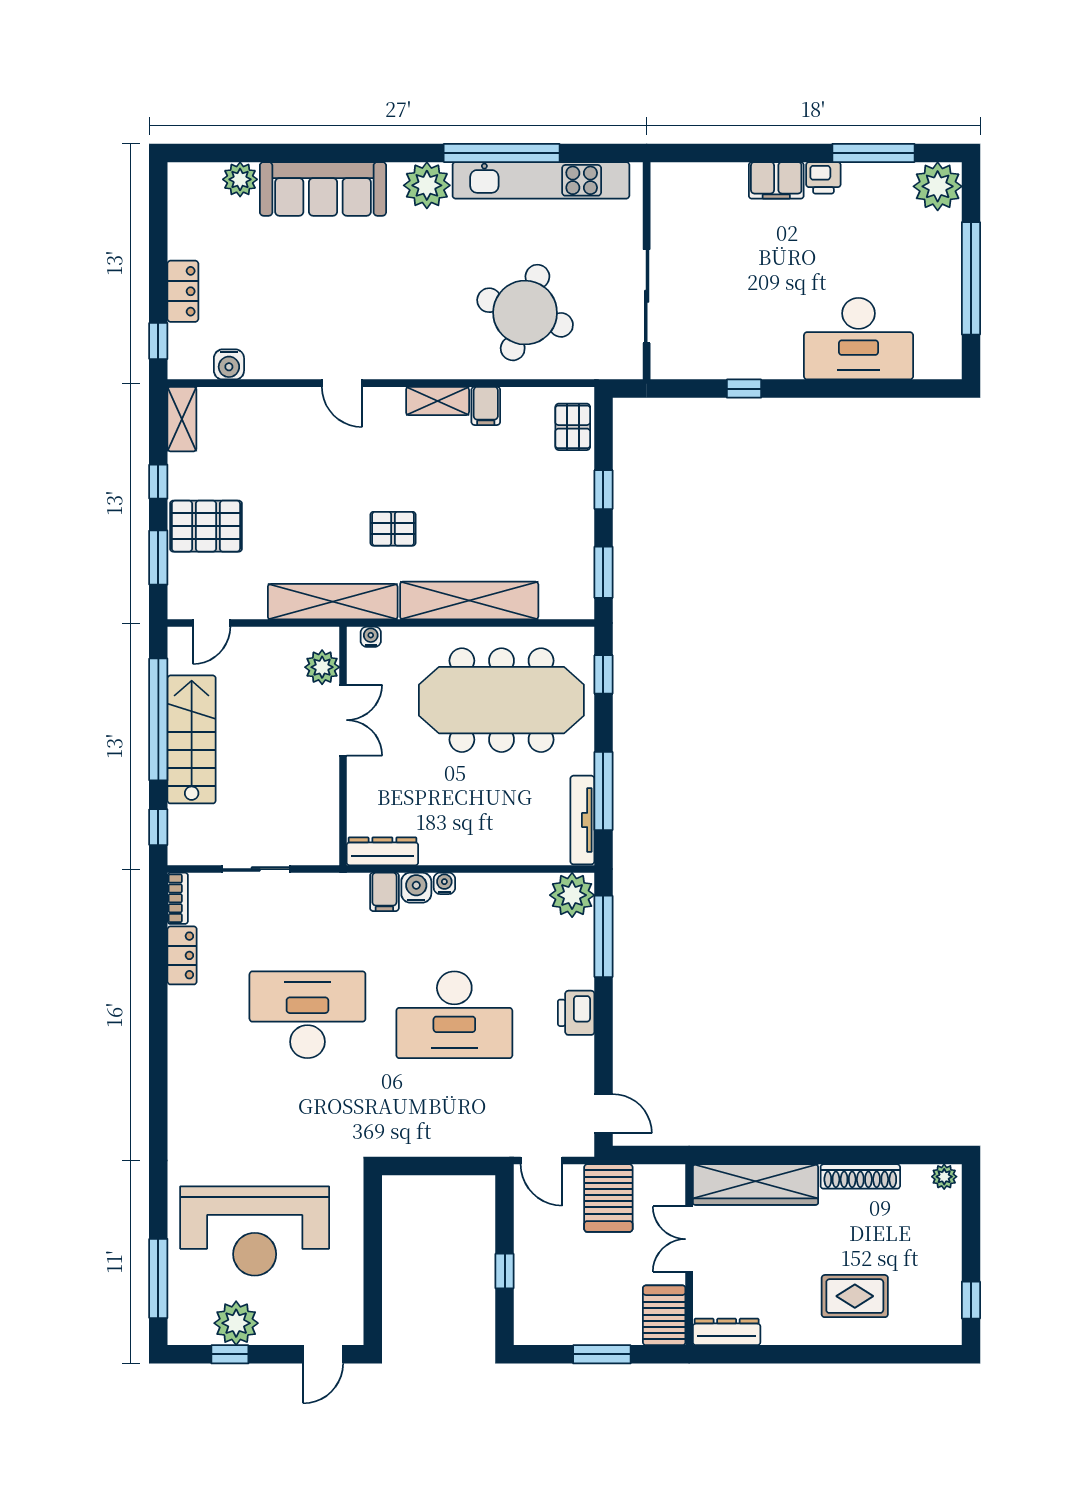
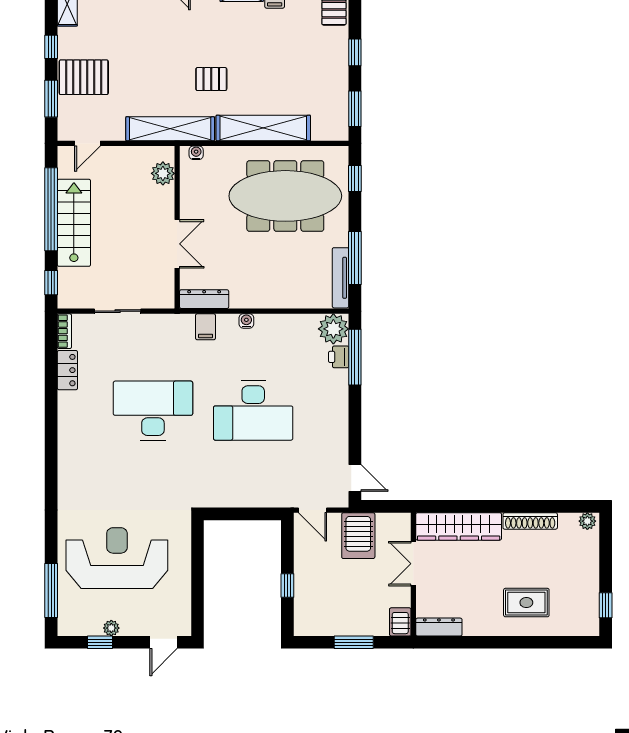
double door: (343, 720) -> (177, 244), moved
water cooler: (416, 888) -> (227, 324), removed
printer: (576, 1013) -> (339, 357), moved, width x0.73, depth x0.81
reception desk: (255, 1231) -> (117, 558), turned 180
server rack: (664, 1315) -> (400, 622), width x0.73, depth x0.70
plant: (236, 1323) -> (111, 628), width x0.53, depth x0.53

